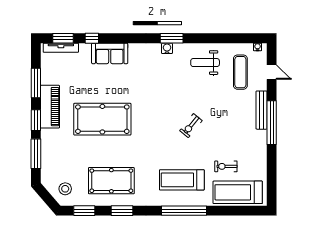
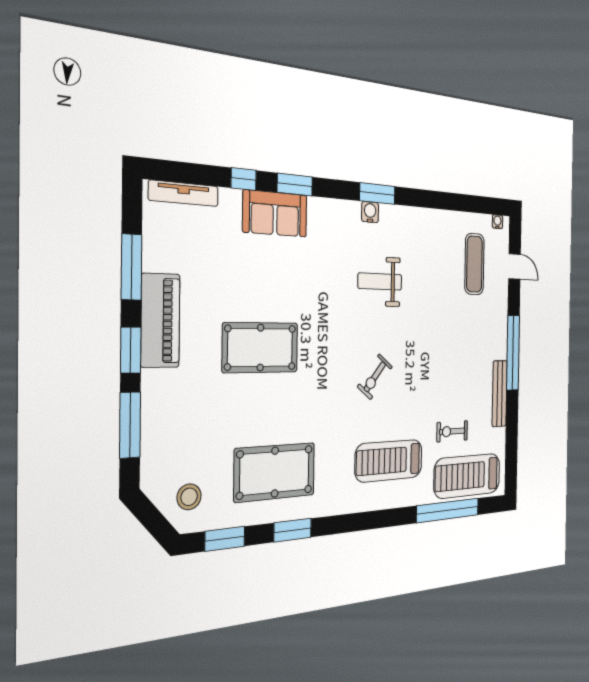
window: (63, 38) -> (295, 185), moved
weight bench: (205, 63) -> (380, 281), moved
bench: (262, 110) -> (500, 394), moved
pool table: (102, 119) -> (260, 348), width x0.73, depth x0.76
exercise bike: (191, 126) -> (375, 377), moved
window: (184, 211) -> (448, 510), moved

